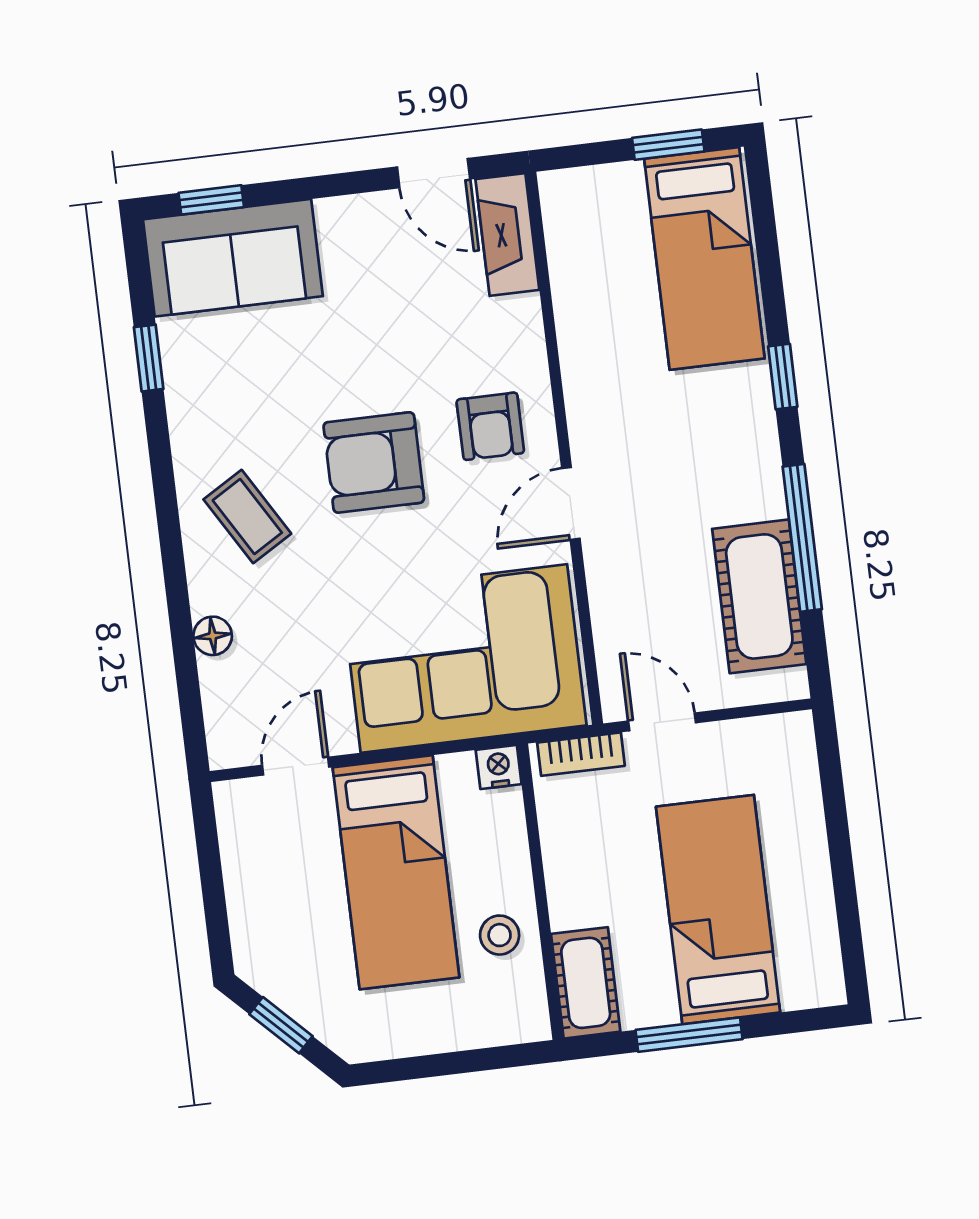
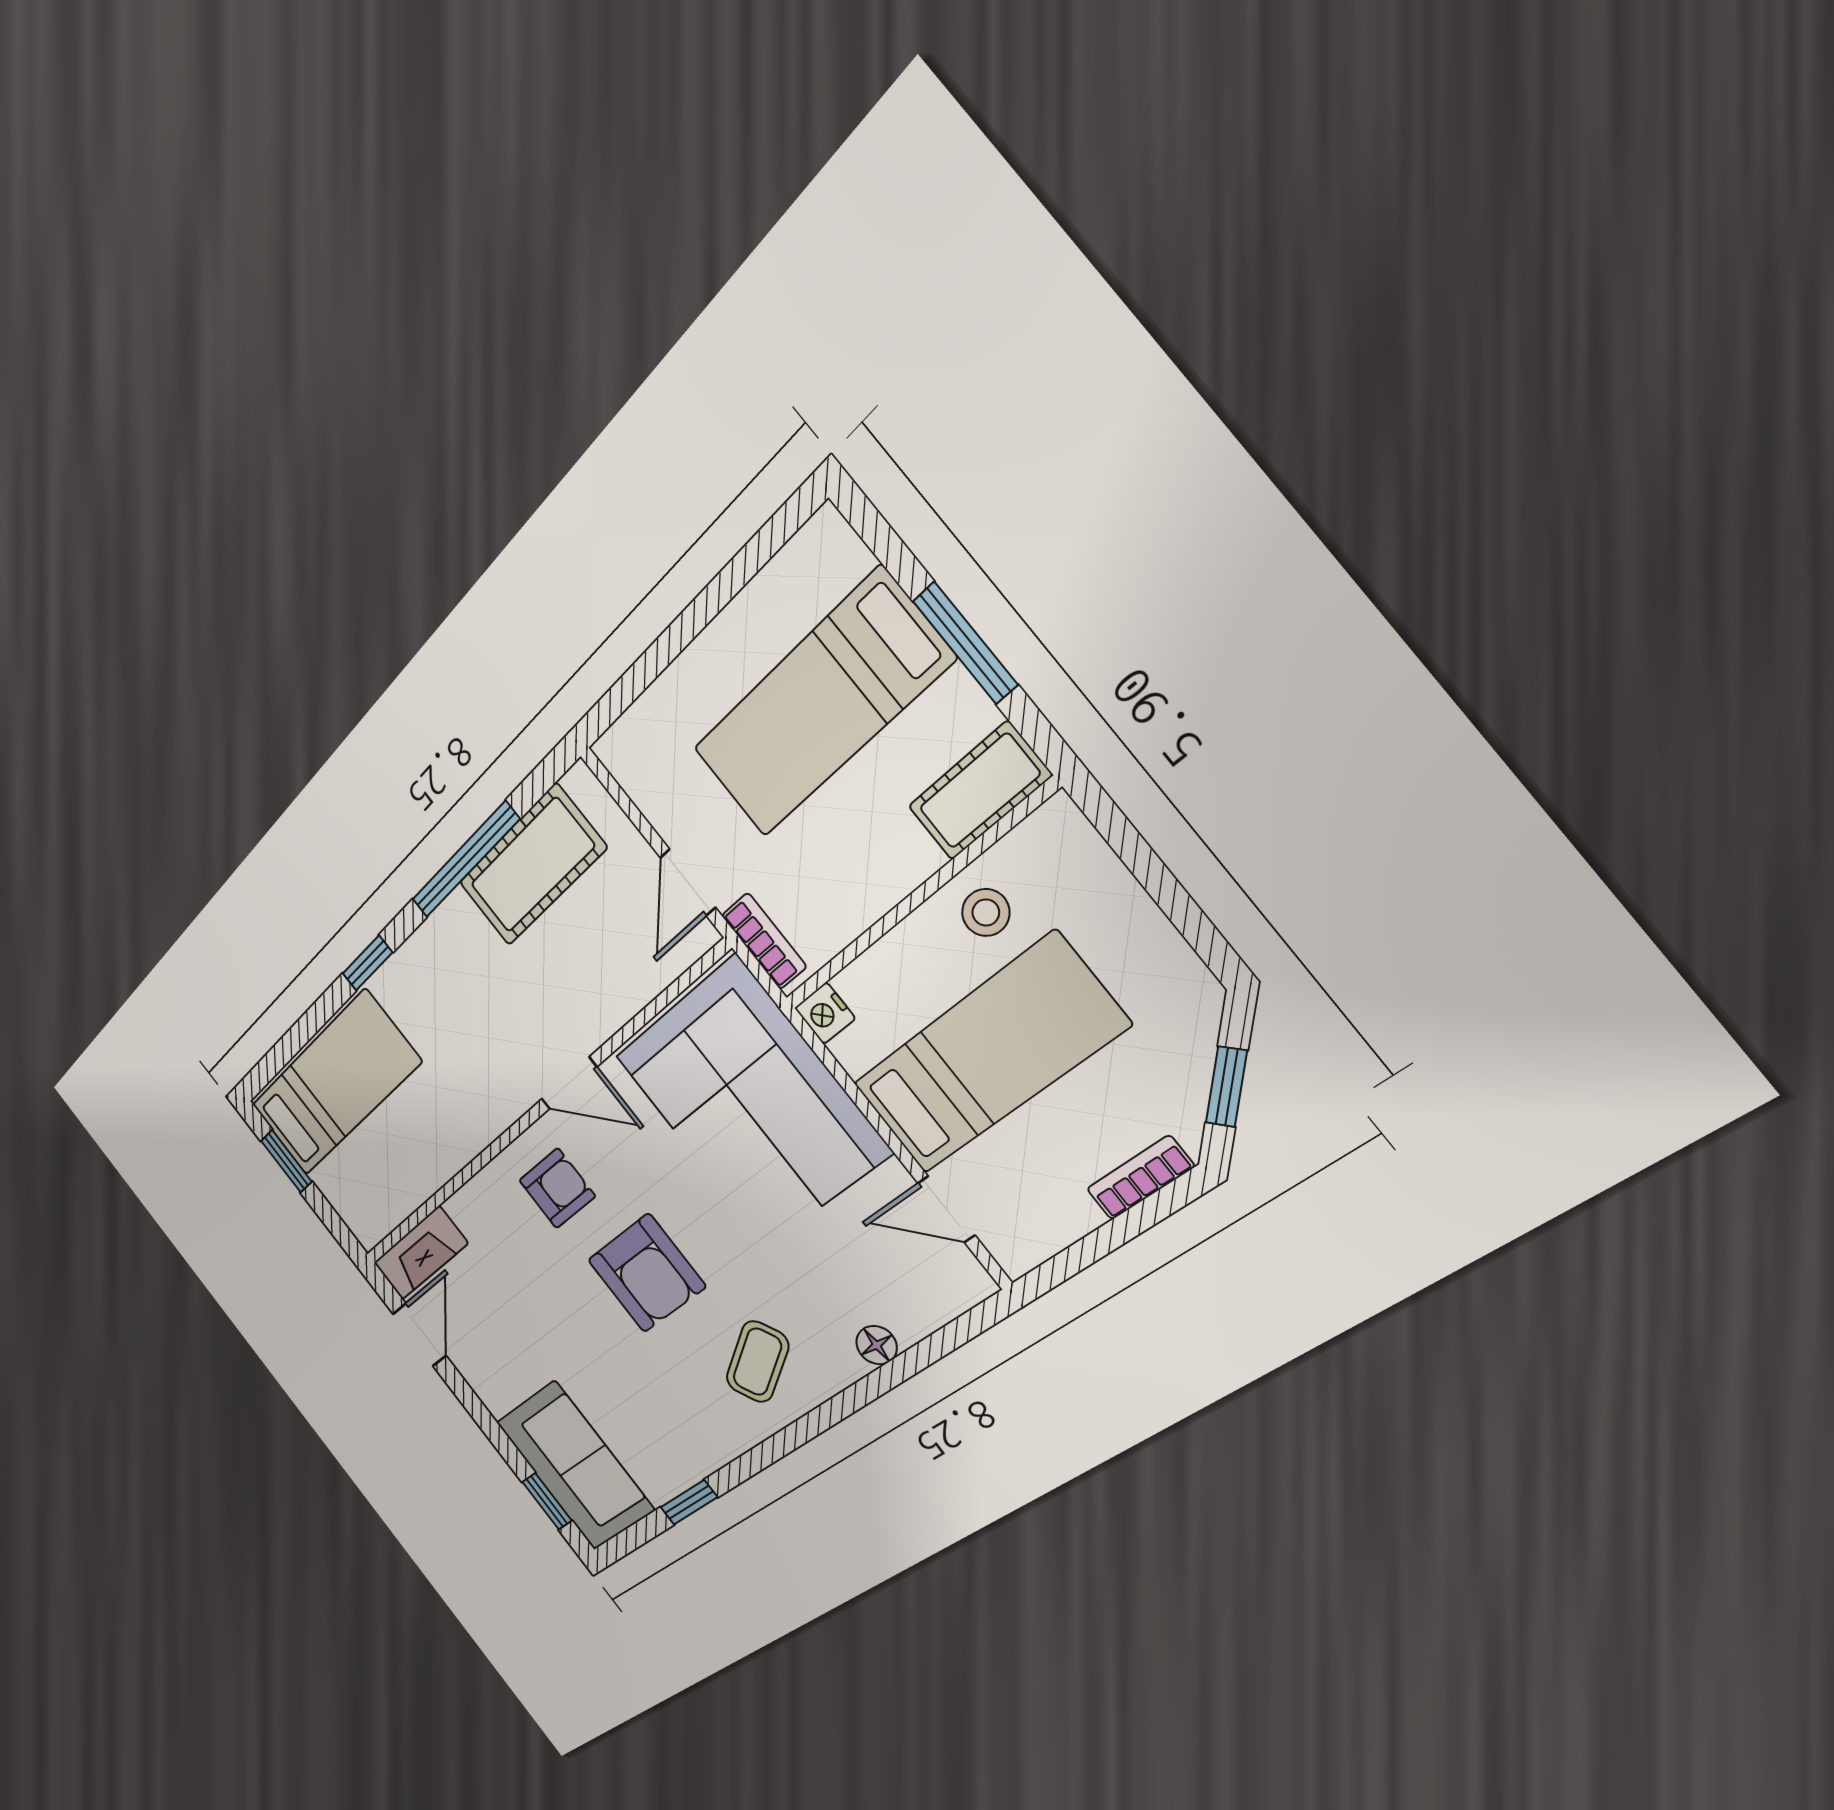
bookcase: (246, 928) -> (1140, 1178), added

